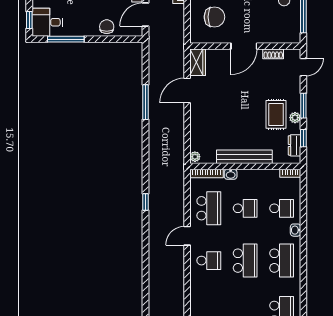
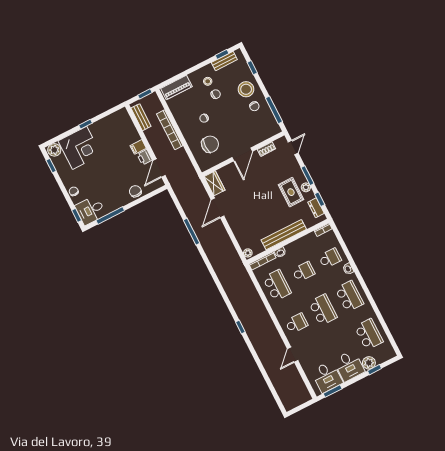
window: (146, 202) -> (240, 327), moved
door: (187, 236) -> (293, 355), moved

